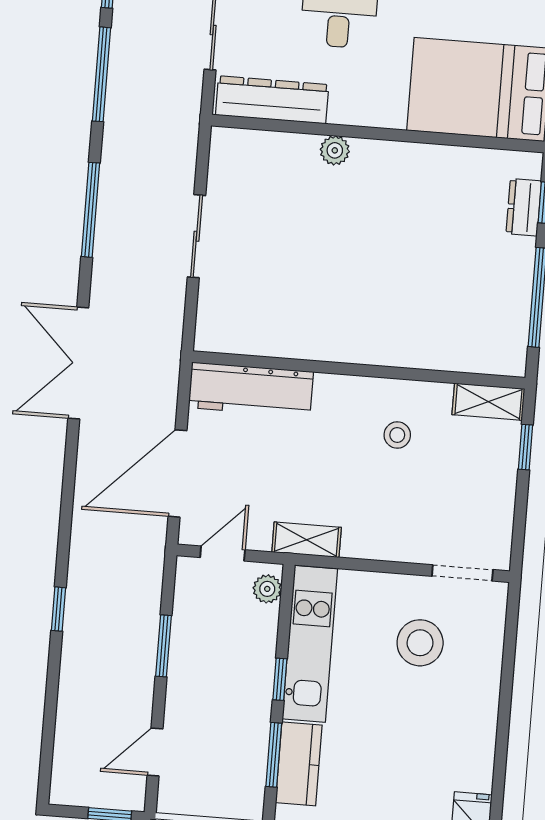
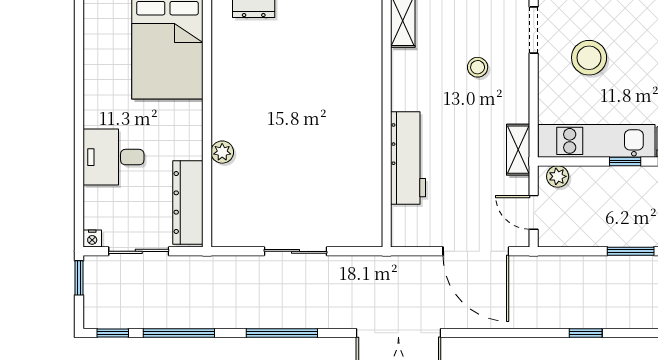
workbench: (251, 390) -> (408, 158), moved
stool: (397, 435) -> (478, 67), moved
window: (164, 646) -> (631, 251), moved

